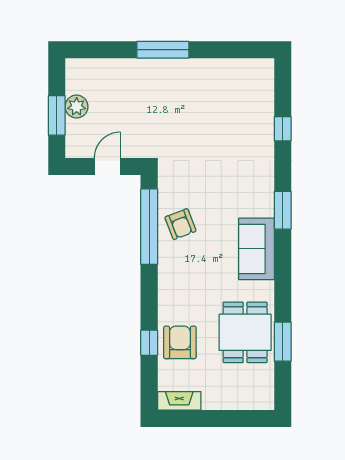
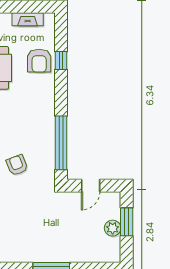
armchair: (180, 224) -> (17, 165), moved
fireplace: (179, 401) -> (28, 19), moved

